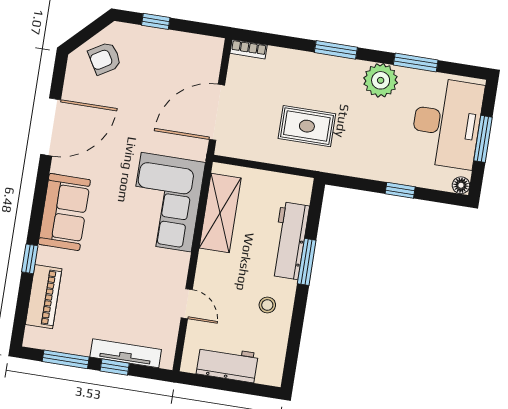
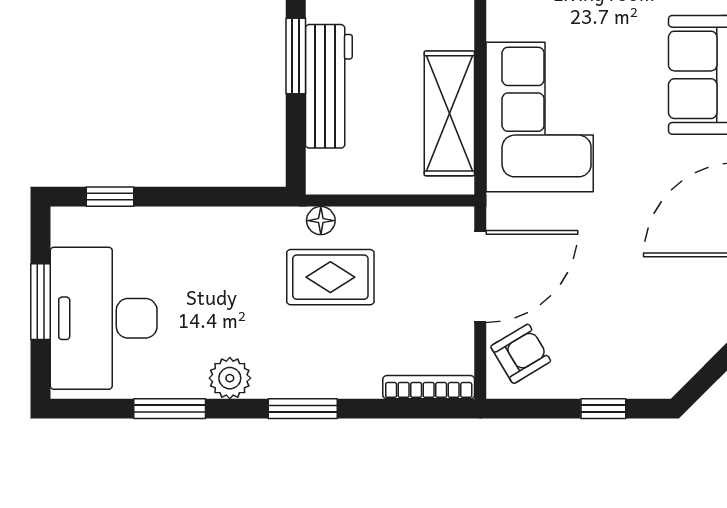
bookcase: (249, 49) -> (429, 387), width x1.56
armchair: (105, 58) -> (521, 354), moved
plant: (381, 80) -> (230, 378), width x0.73, depth x0.73
floor lamp: (461, 185) -> (321, 221), moved
window: (400, 190) -> (110, 197), moved

